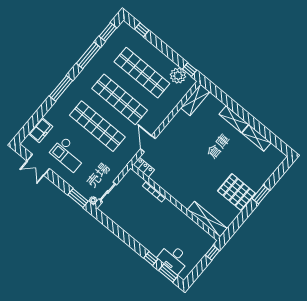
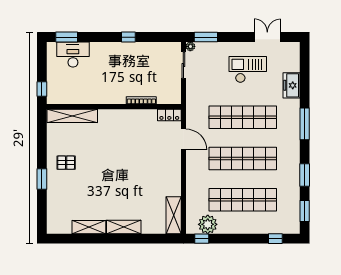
window: (88, 55) -> (305, 175), width x0.69
freezer: (41, 130) -> (291, 85), moved
pallet: (236, 192) -> (66, 163), width x0.49, depth x0.50
window: (151, 259) -> (128, 37), moved

